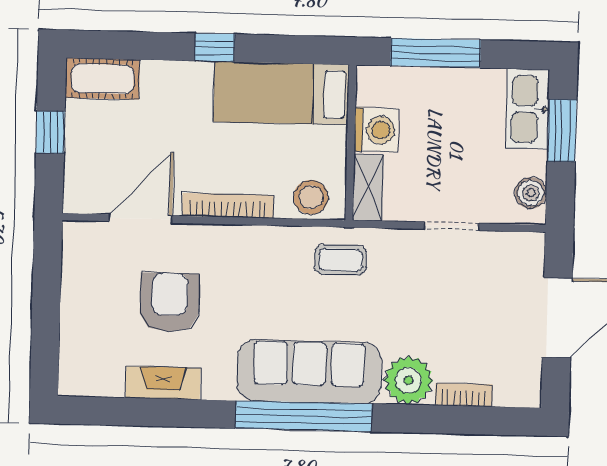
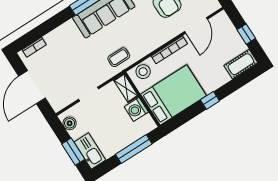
bed: (281, 93) -> (174, 95), width x1.50
plant: (408, 380) -> (68, 32), removed
bookcase: (464, 395) -> (34, 47), moved

